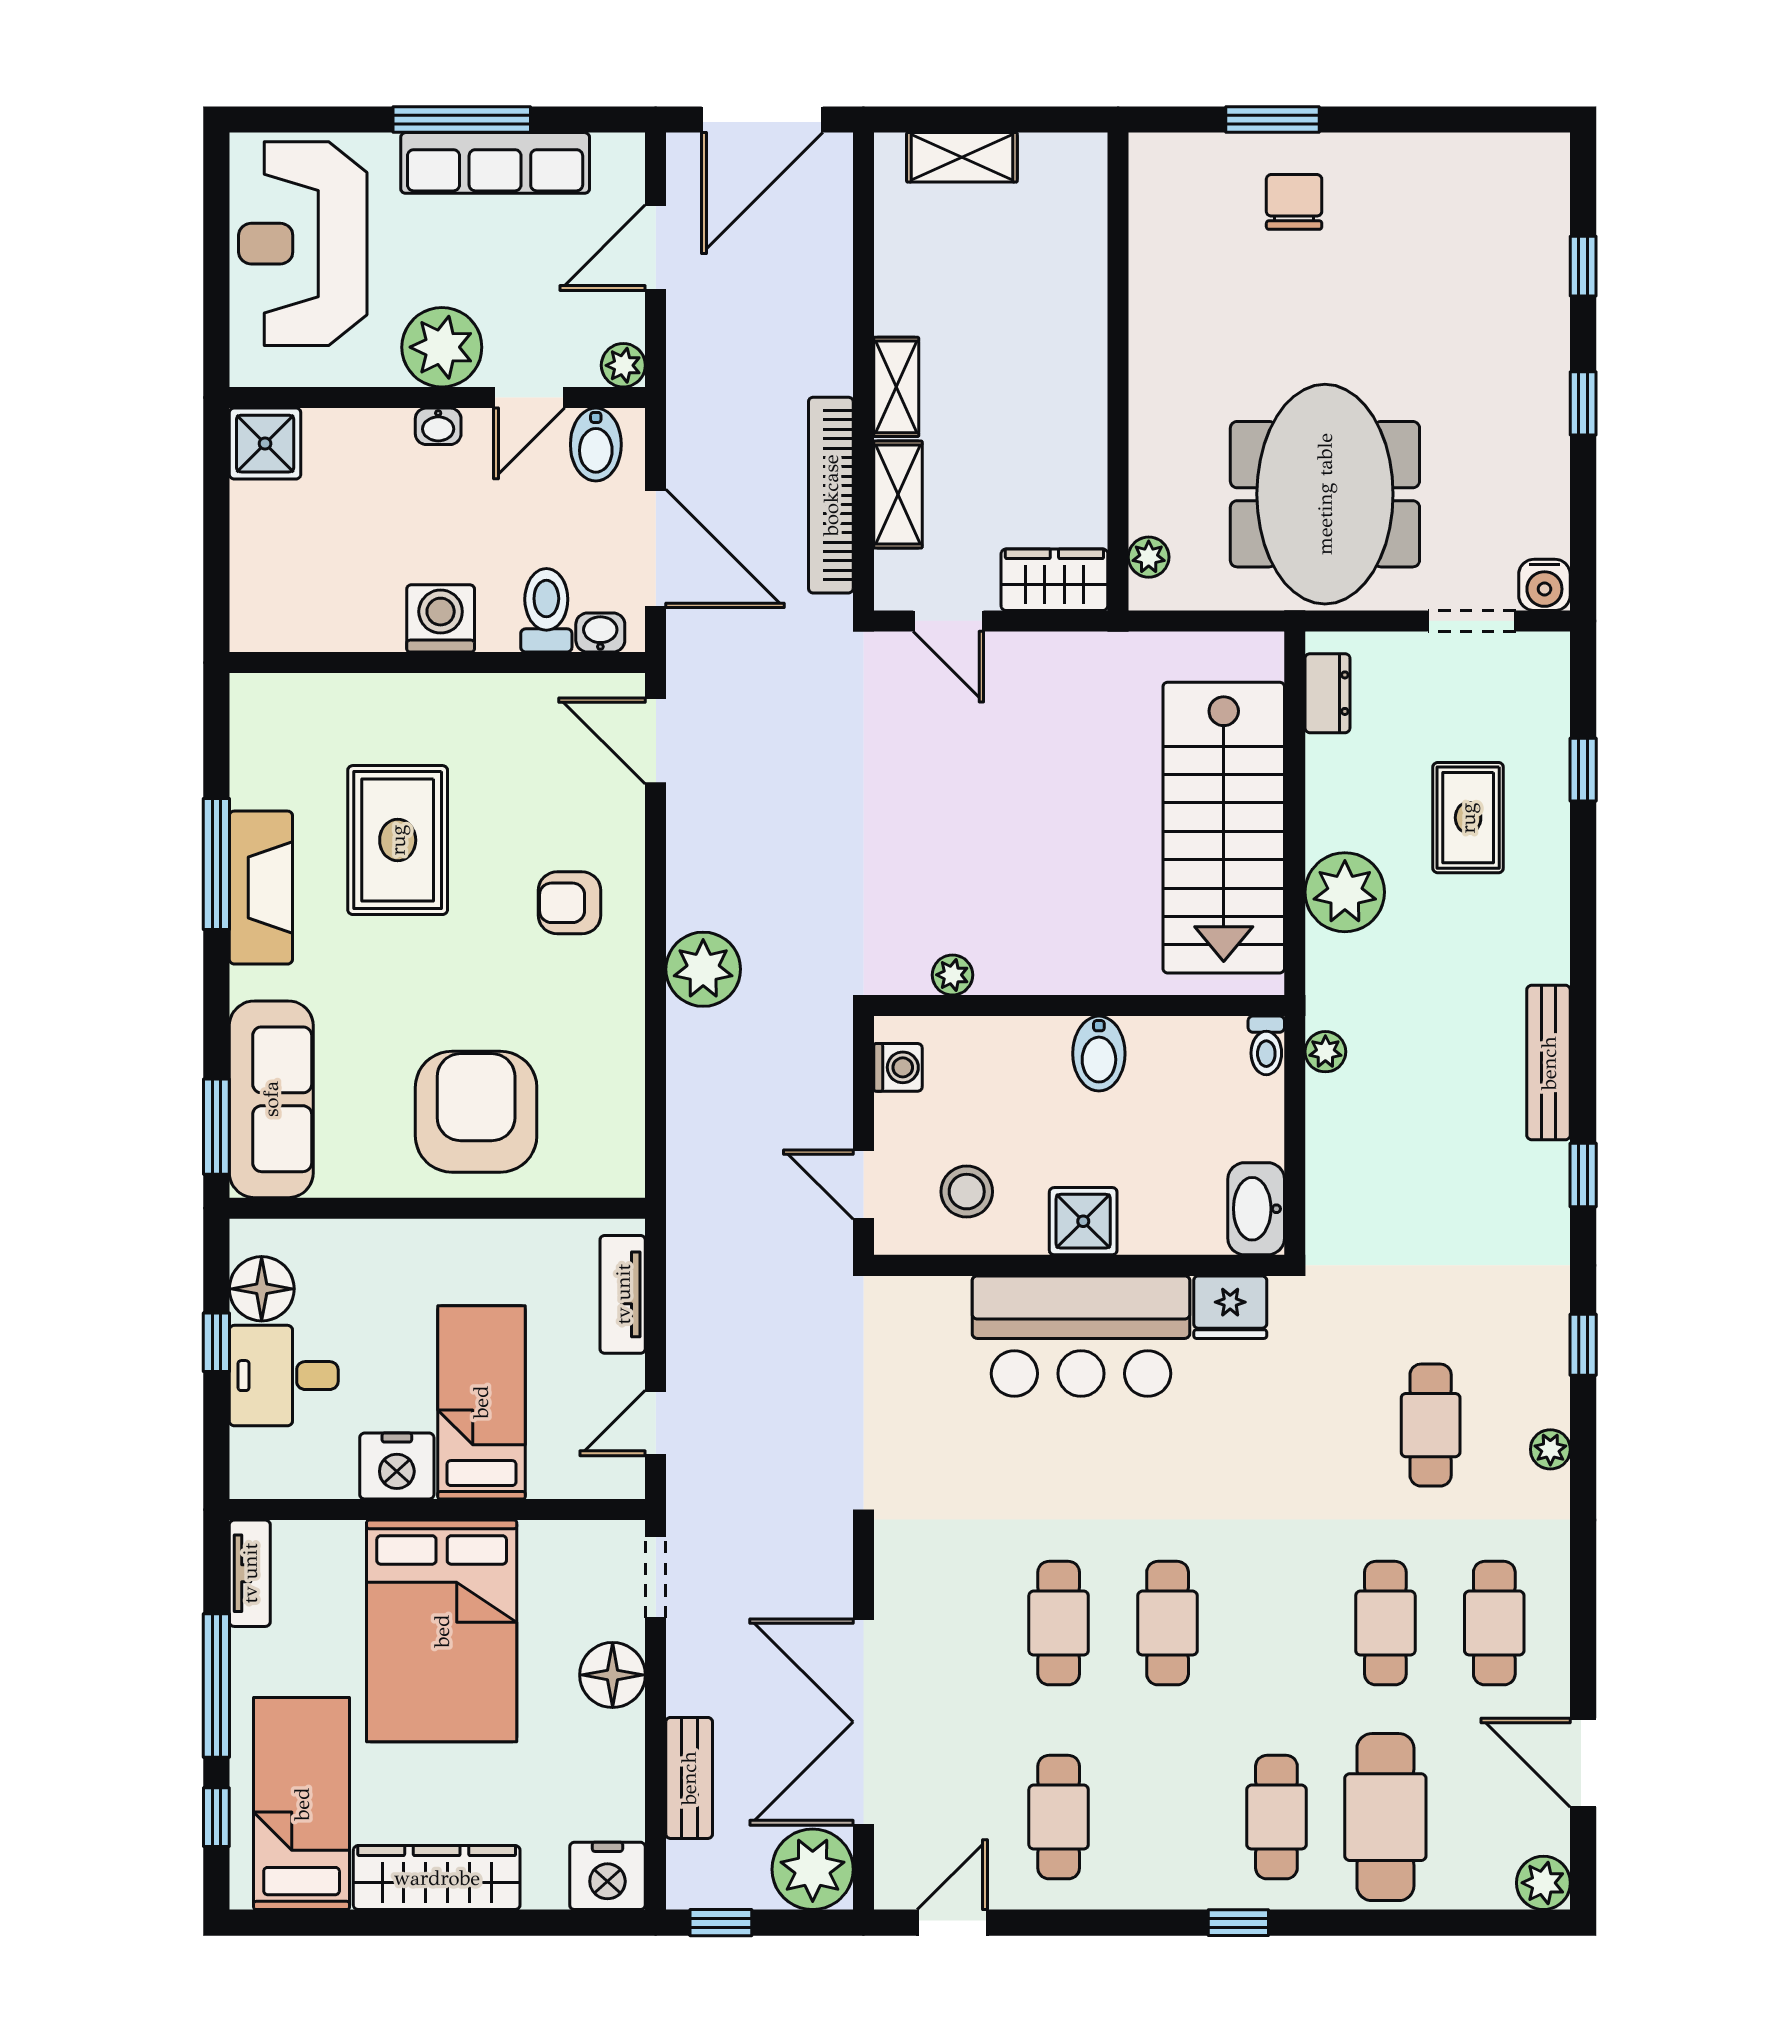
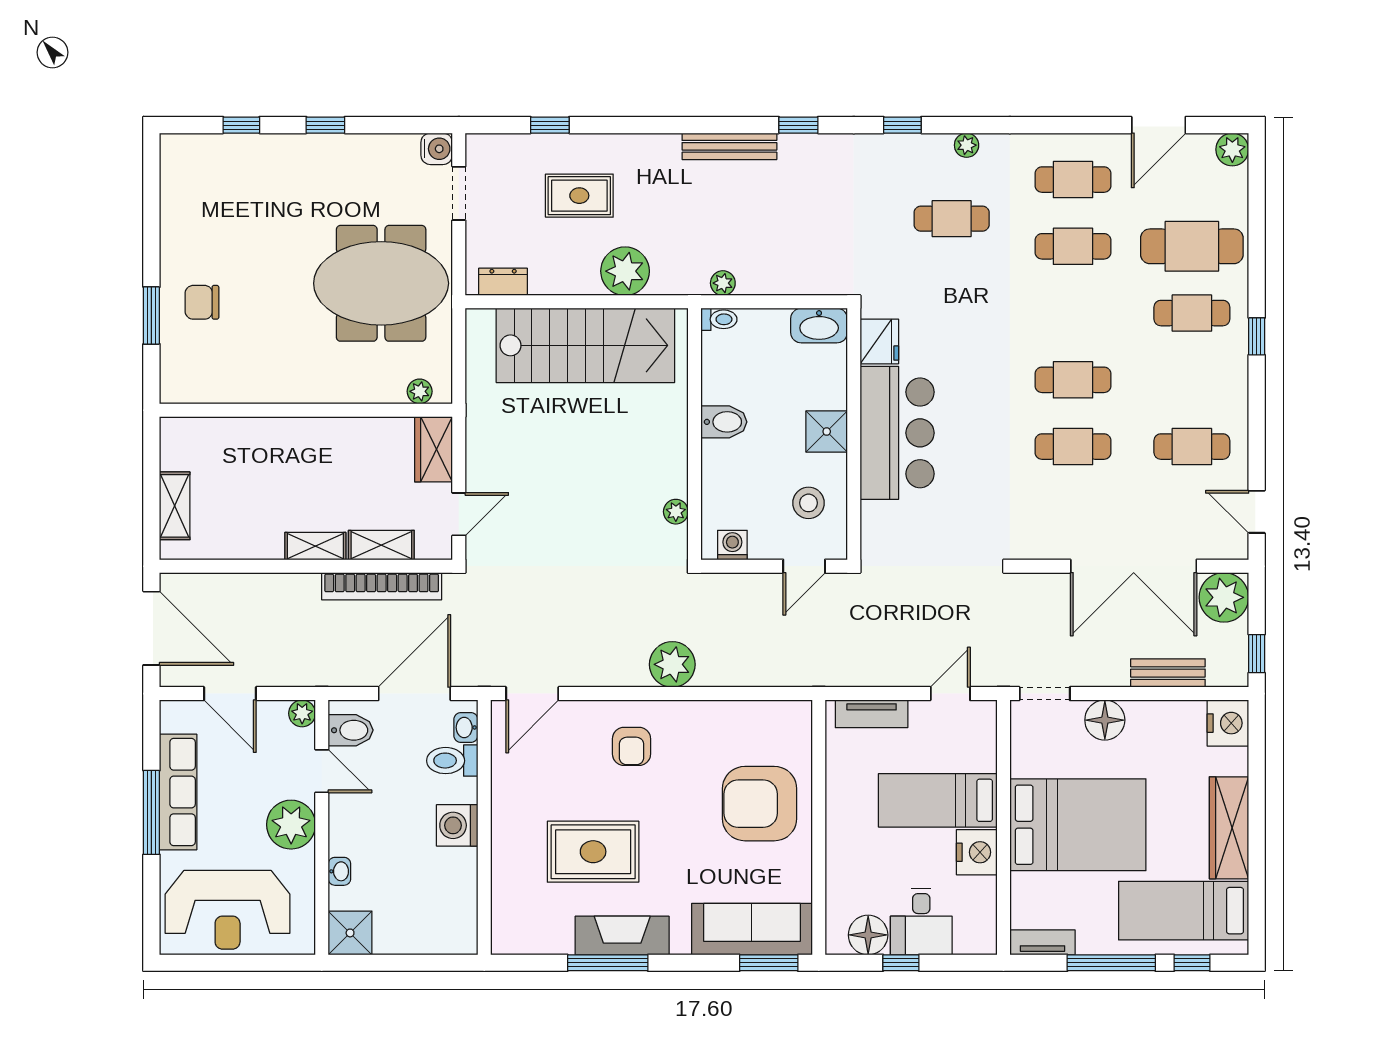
washbasin: (438, 426) -> (339, 871), moved
door: (656, 1423) -> (950, 694), swing flipped

